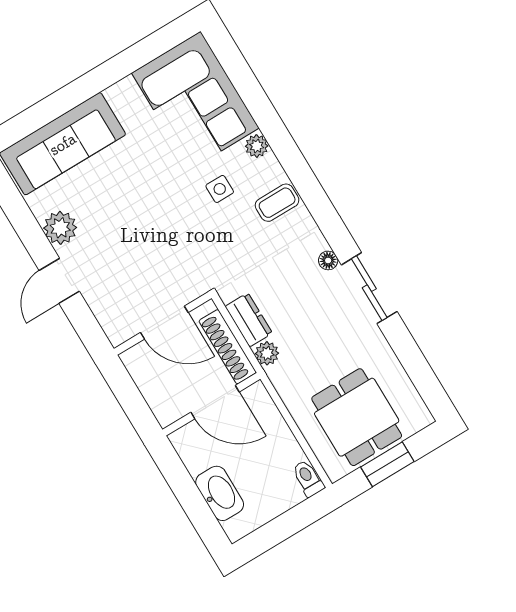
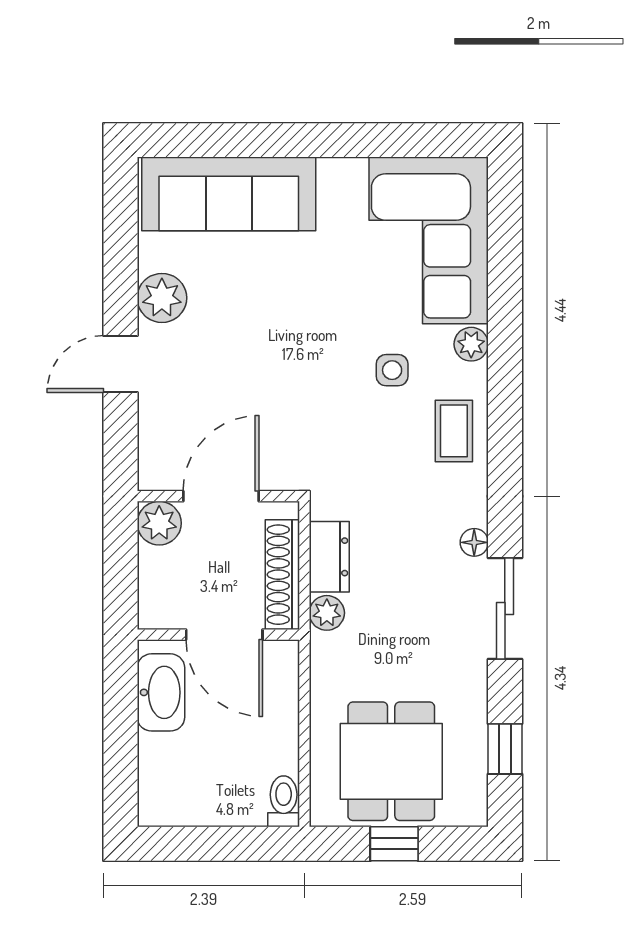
coffee table: (277, 203) -> (454, 431), turned 90
door: (164, 323) -> (221, 496), swing flipped
plant: (138, 360) -> (159, 523), added
window: (419, 370) -> (505, 749), added
window: (387, 464) -> (394, 844), width x0.67
washbasin: (220, 493) -> (161, 692), moved

